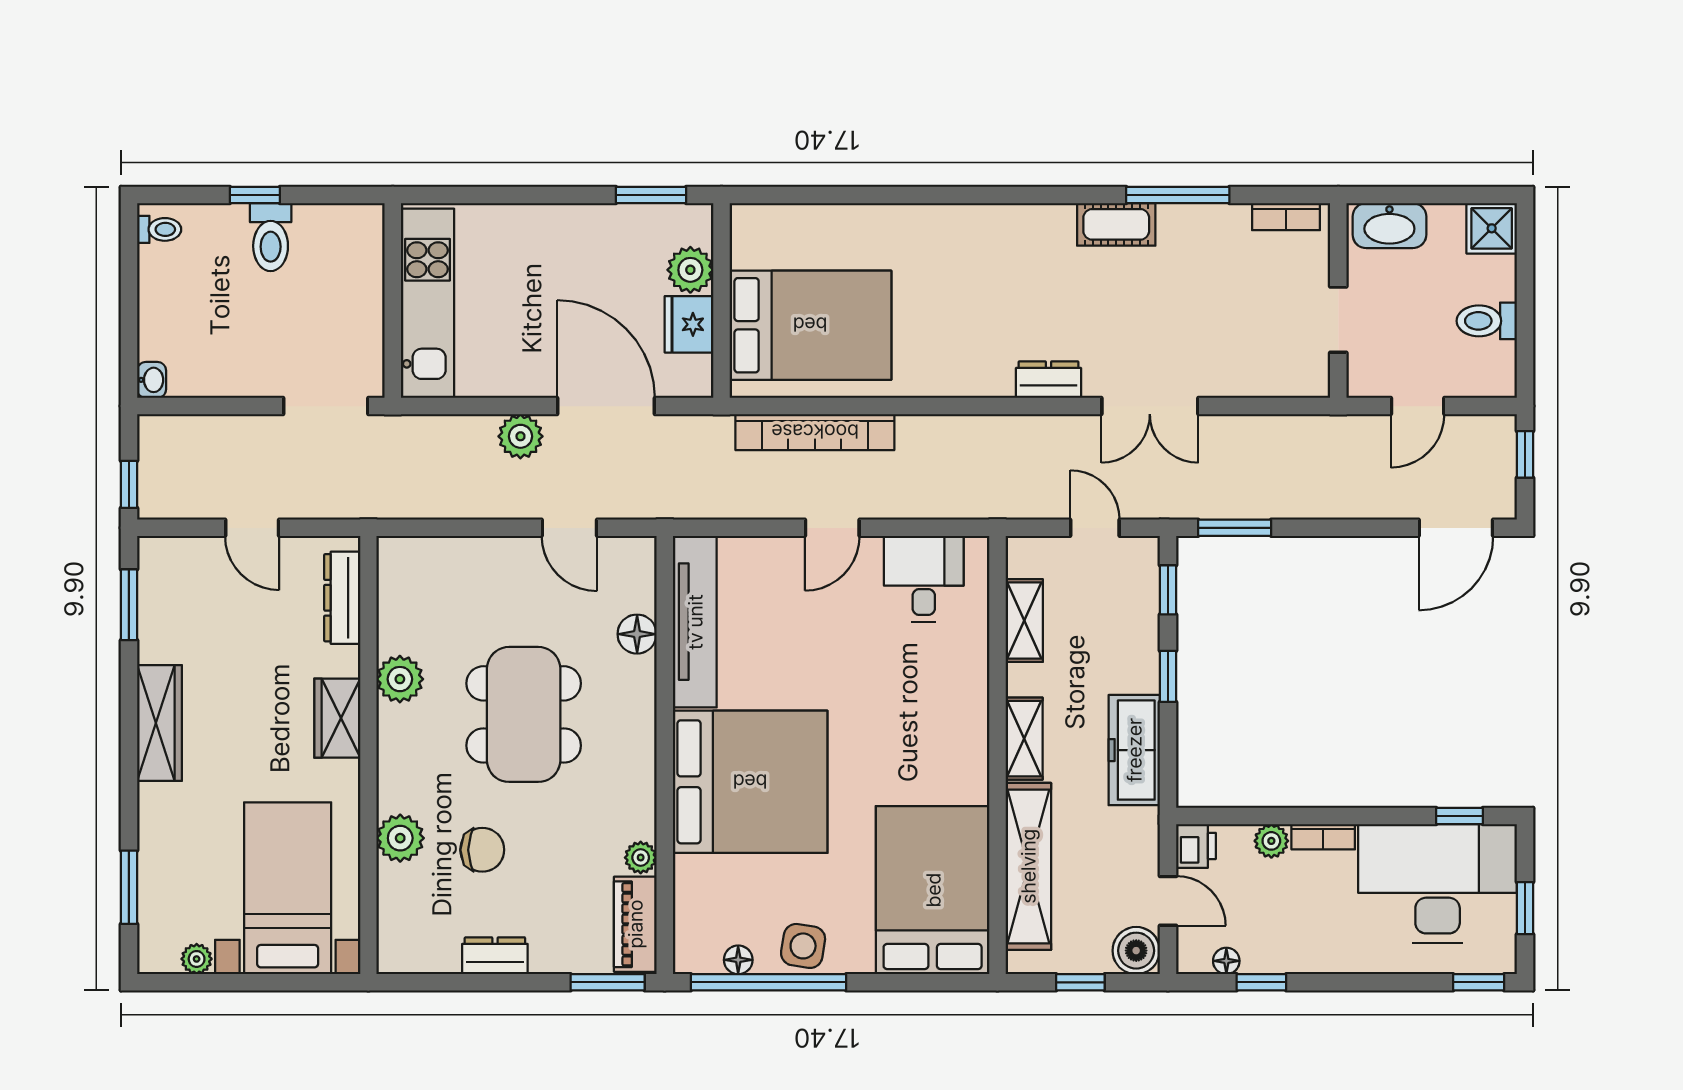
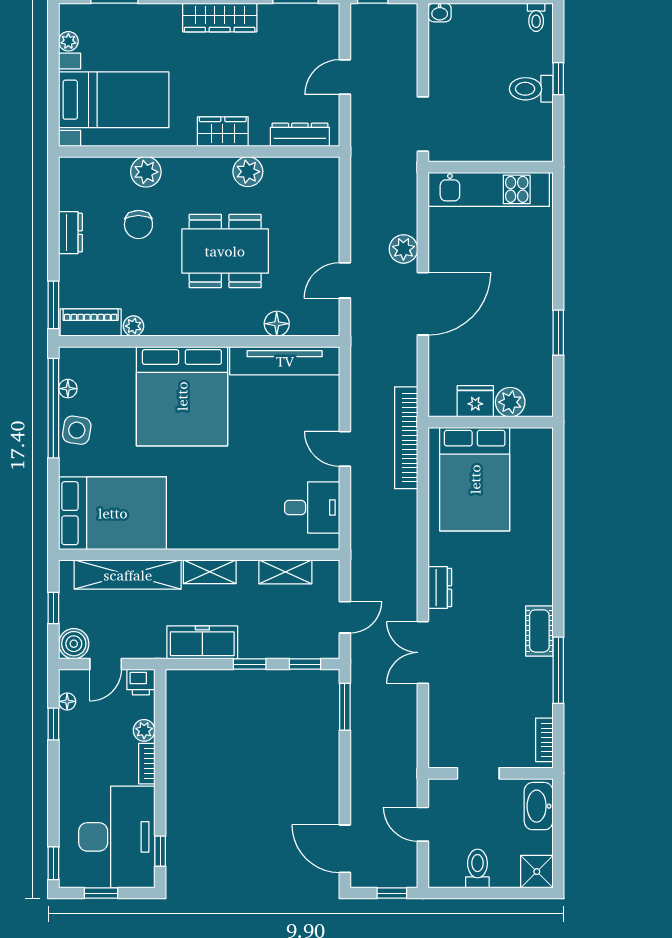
plant: (690, 270) -> (510, 402), moved
wall: (721, 300) -> (491, 422), moved
fridge: (689, 324) -> (475, 401), moved
bed: (810, 325) -> (475, 479), moved

